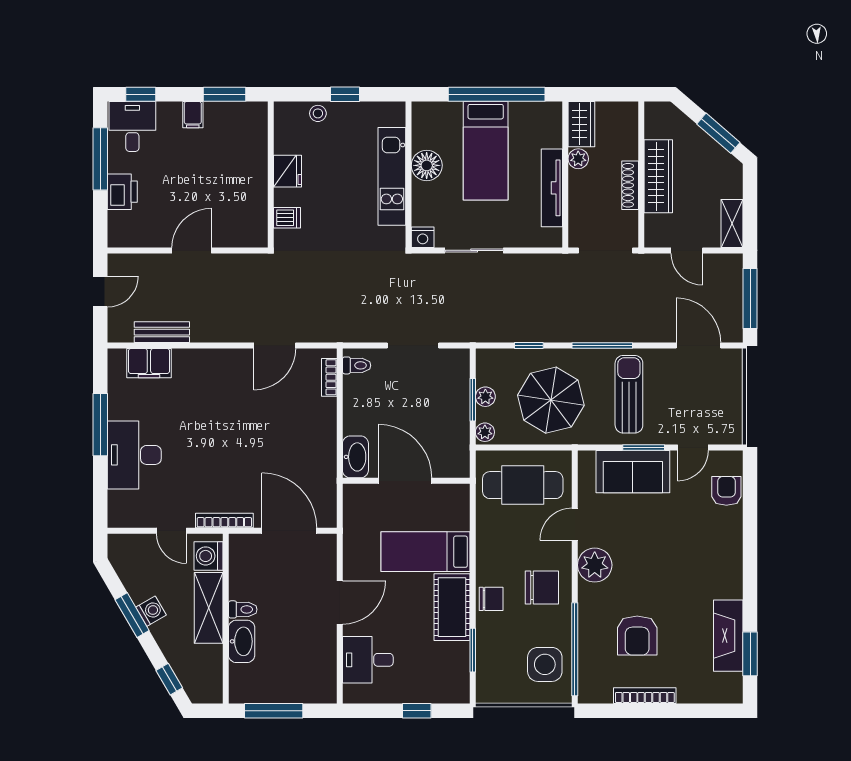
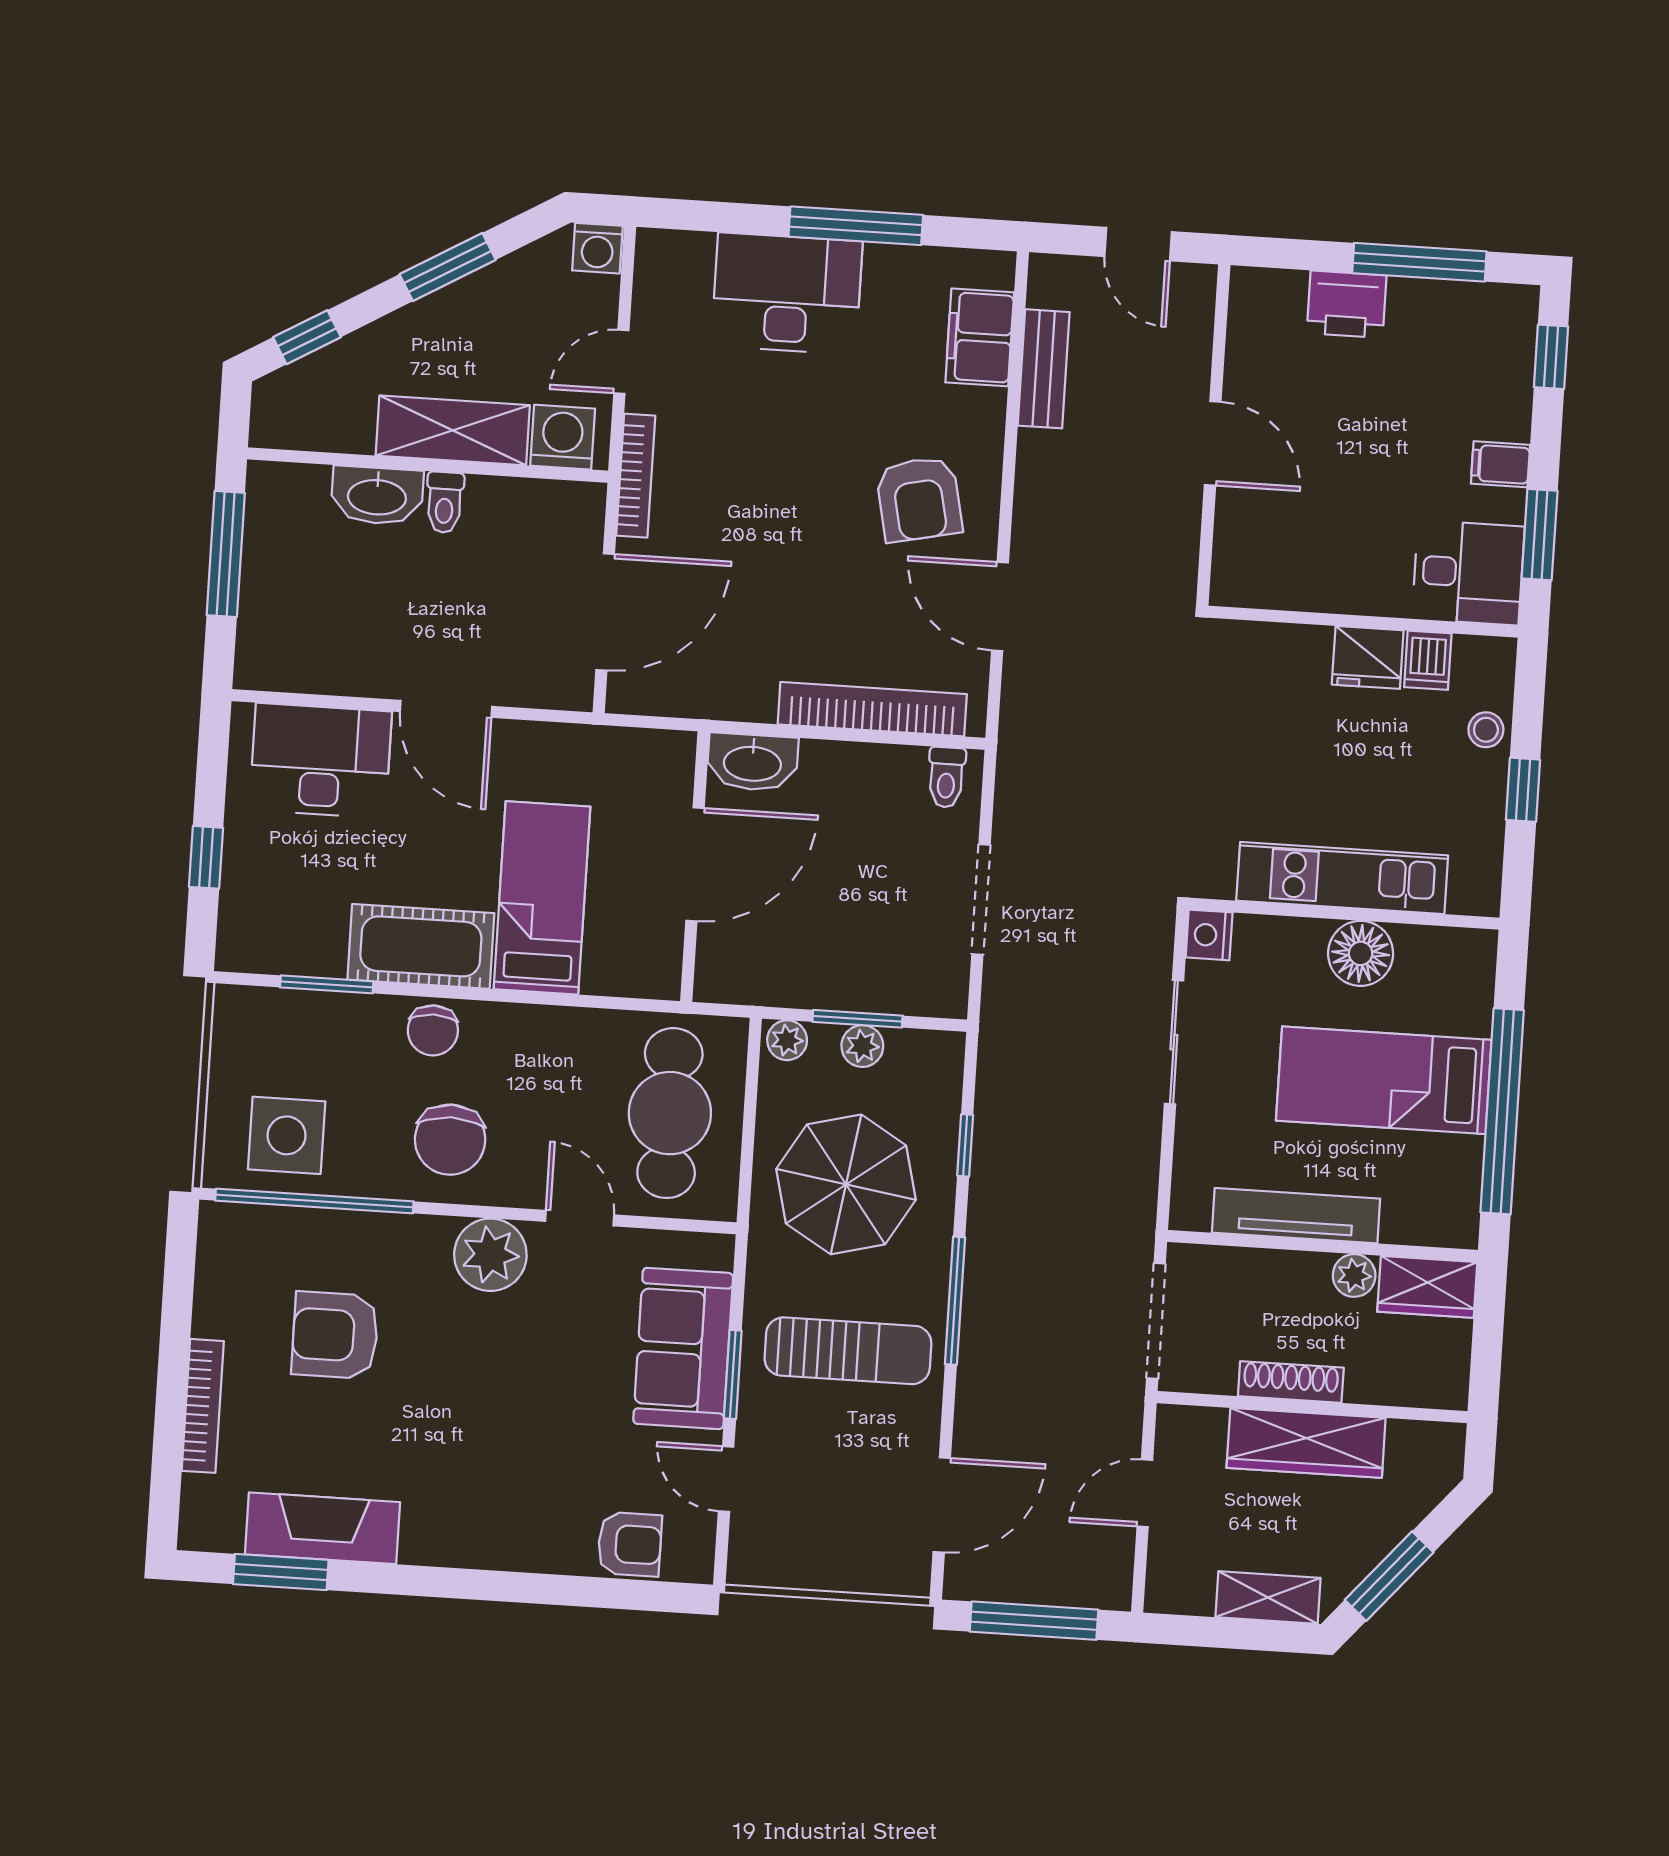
desk: (132, 126) -> (1468, 573), moved
dishwasher: (287, 218) -> (1428, 660), moved
shelving: (732, 223) -> (1268, 1598), moved
bookcase: (329, 377) -> (872, 709), width x2.31, depth x1.31
armchair: (227, 387) -> (919, 499), added
washing machine: (151, 611) -> (597, 248), moved, turned 30
desk: (368, 660) -> (321, 761), width x1.37
bookcase: (645, 696) -> (203, 1406), moved

